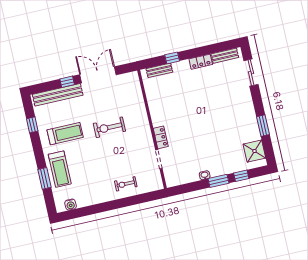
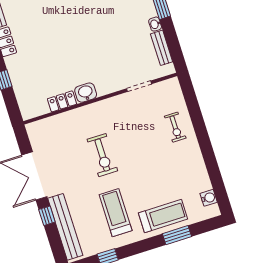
bench: (159, 70) -> (162, 48), moved
washbasin: (157, 119) -> (86, 93), added
locker: (161, 137) -> (62, 101), moved

